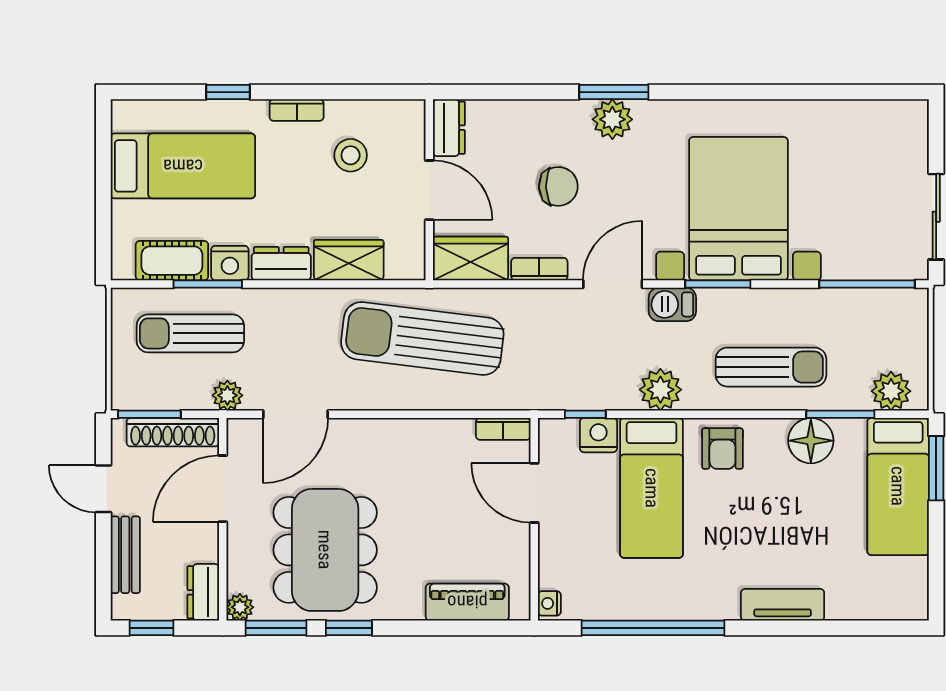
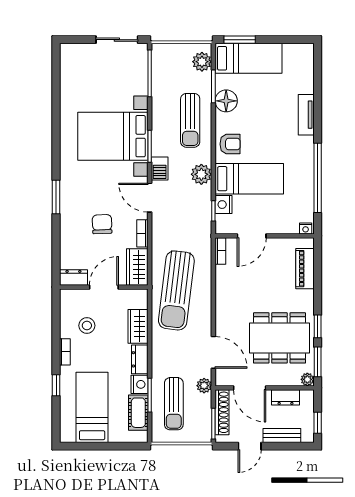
plant: (612, 119) -> (69, 198), removed
sun lounger: (771, 367) -> (190, 120), turned 180
dresser: (203, 592) -> (285, 397), moved

